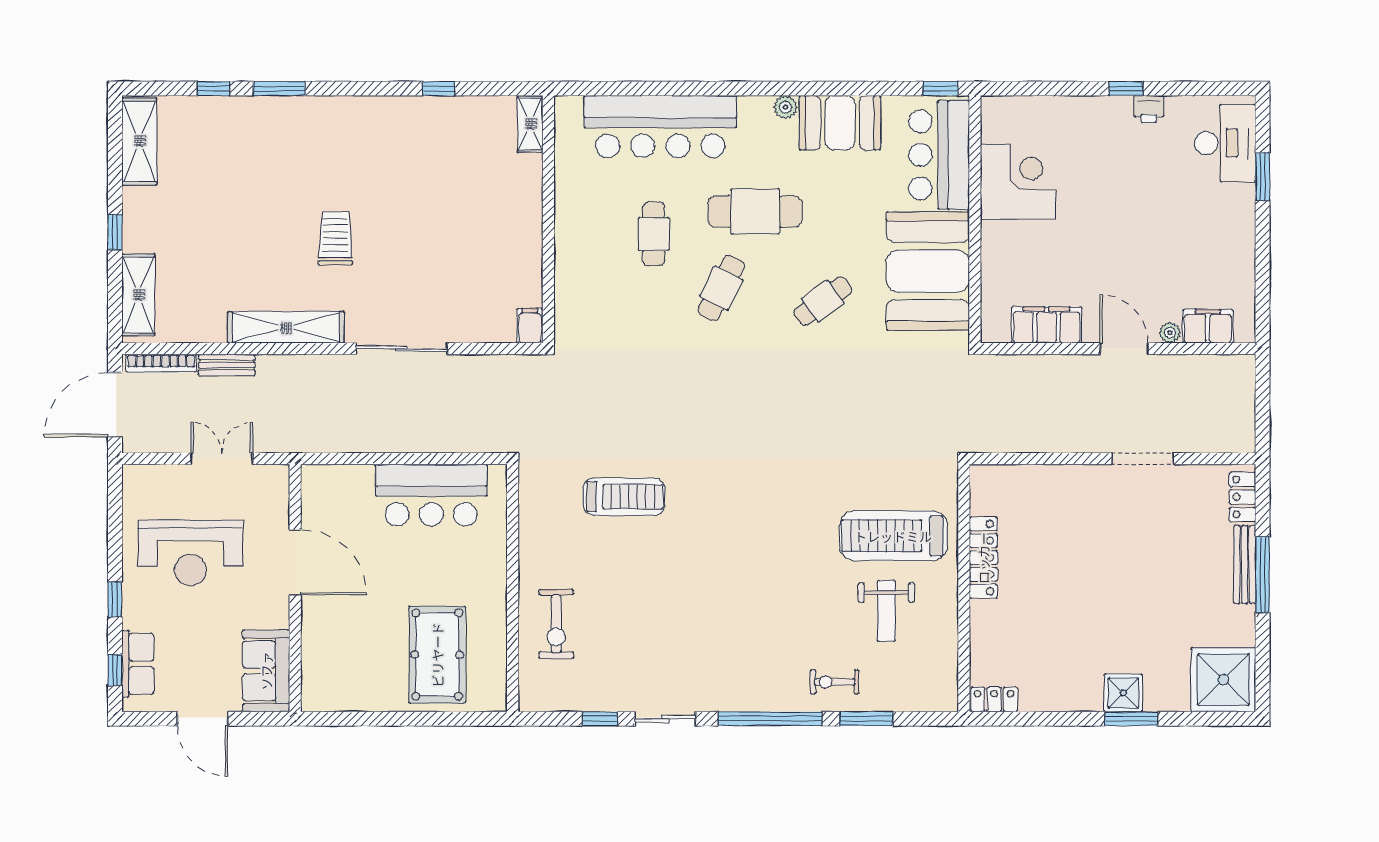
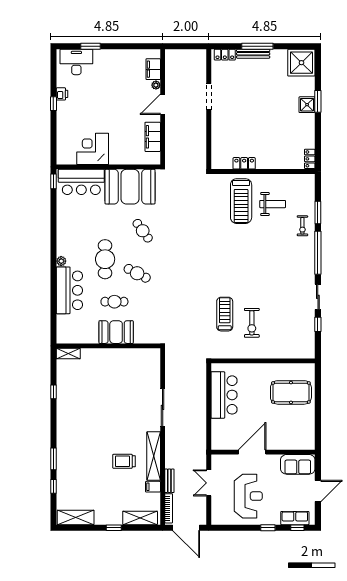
plant: (785, 107) -> (61, 261), moved
booth: (840, 123) -> (116, 332), moved, turned 90
bar counter: (660, 127) -> (69, 290), width x0.73
trolley: (335, 239) -> (124, 461), moved
filing cabinet: (530, 326) -> (153, 487), moved
locker: (983, 558) -> (244, 163), width x0.66
exercise bike: (556, 624) -> (252, 323), moved, turned 90

